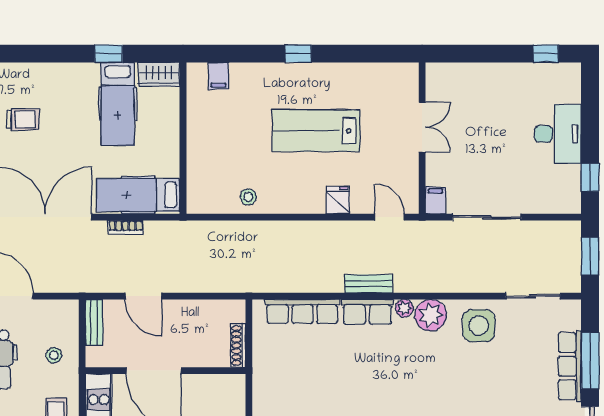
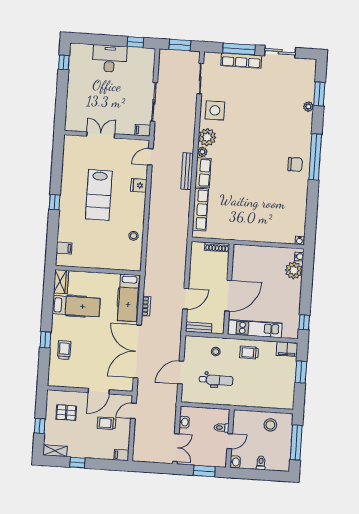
window: (109, 54) -> (45, 340), moved
trolley: (23, 119) -> (64, 350), moved
bench: (369, 284) -> (187, 171), width x1.36

